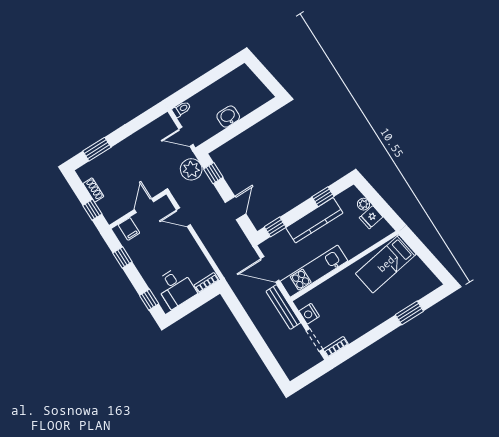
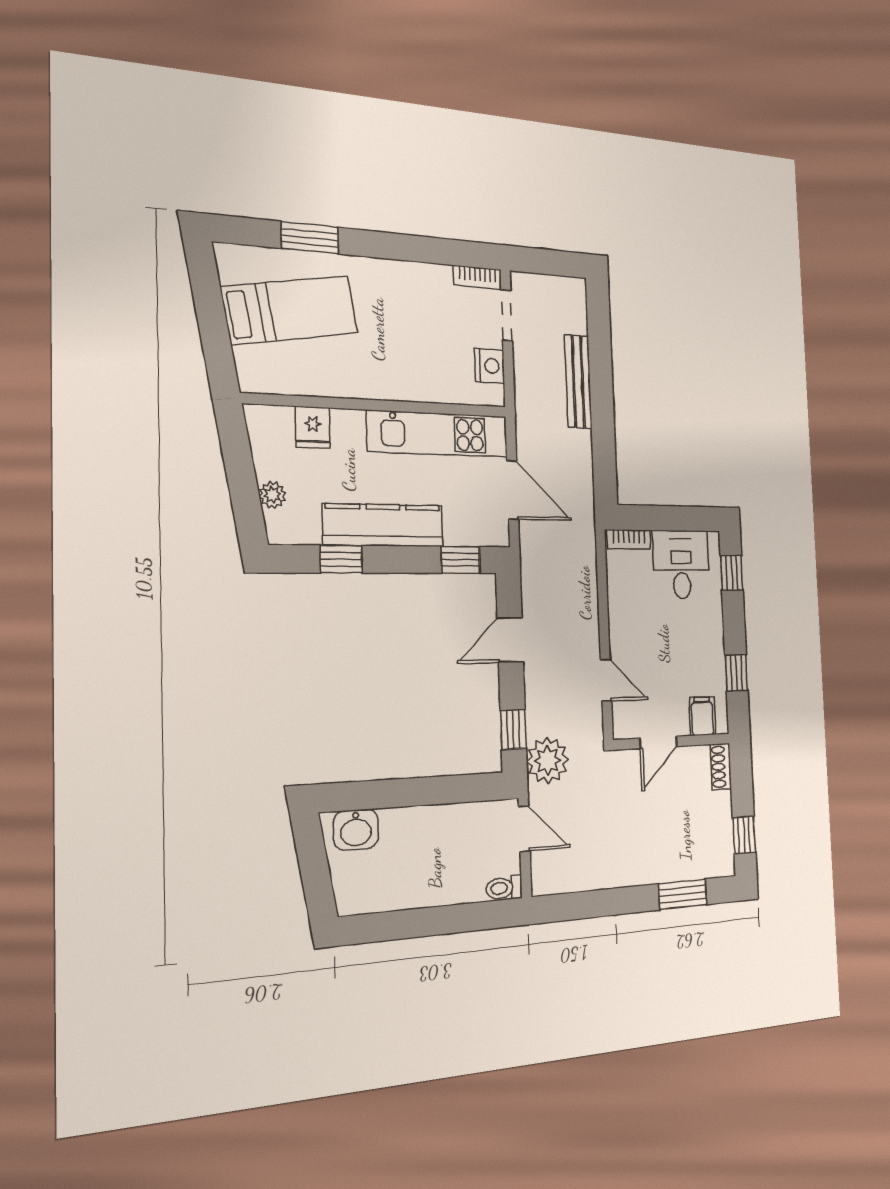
washbasin: (228, 117) -> (356, 830), moved
shoe rack: (93, 190) -> (721, 767), moved
window: (92, 210) -> (744, 835), moved
fridge: (371, 217) -> (313, 427), moved, turned 100
bed: (386, 264) -> (290, 310), moved
bench: (283, 307) -> (578, 382), moved

